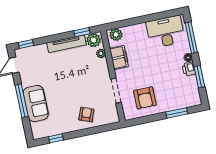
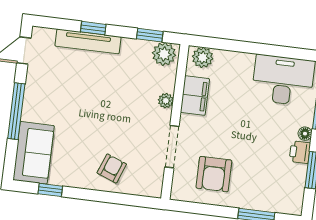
window: (26, 44) -> (93, 28), moved
tv unit: (67, 44) -> (88, 41), moved
plant: (101, 53) -> (166, 101), moved
sofa: (36, 103) -> (34, 153), moved

